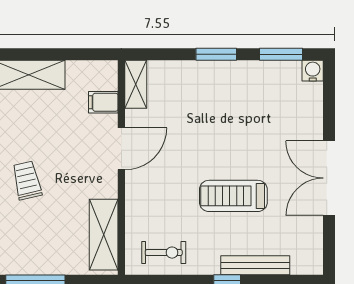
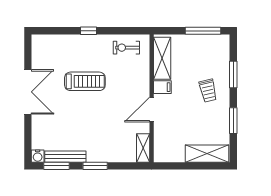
filing cabinet: (103, 102) -> (162, 87), moved
bench: (255, 265) -> (65, 157), moved

